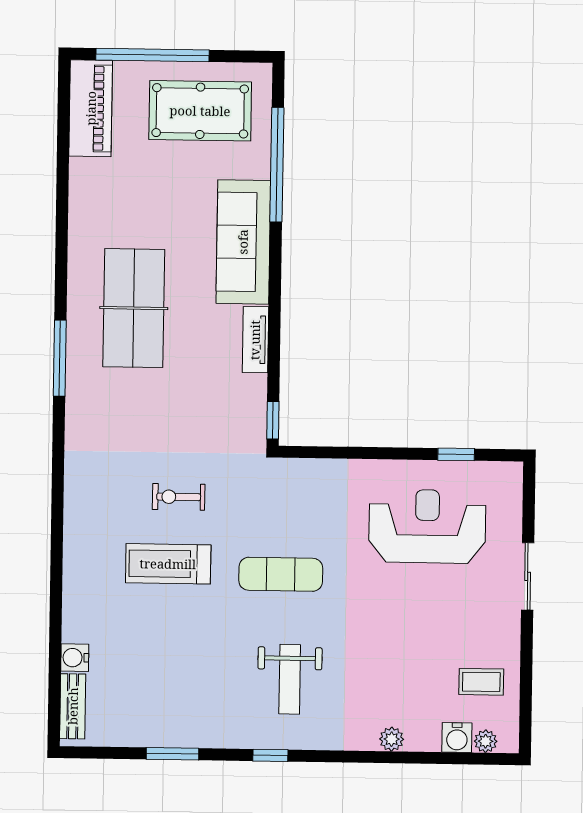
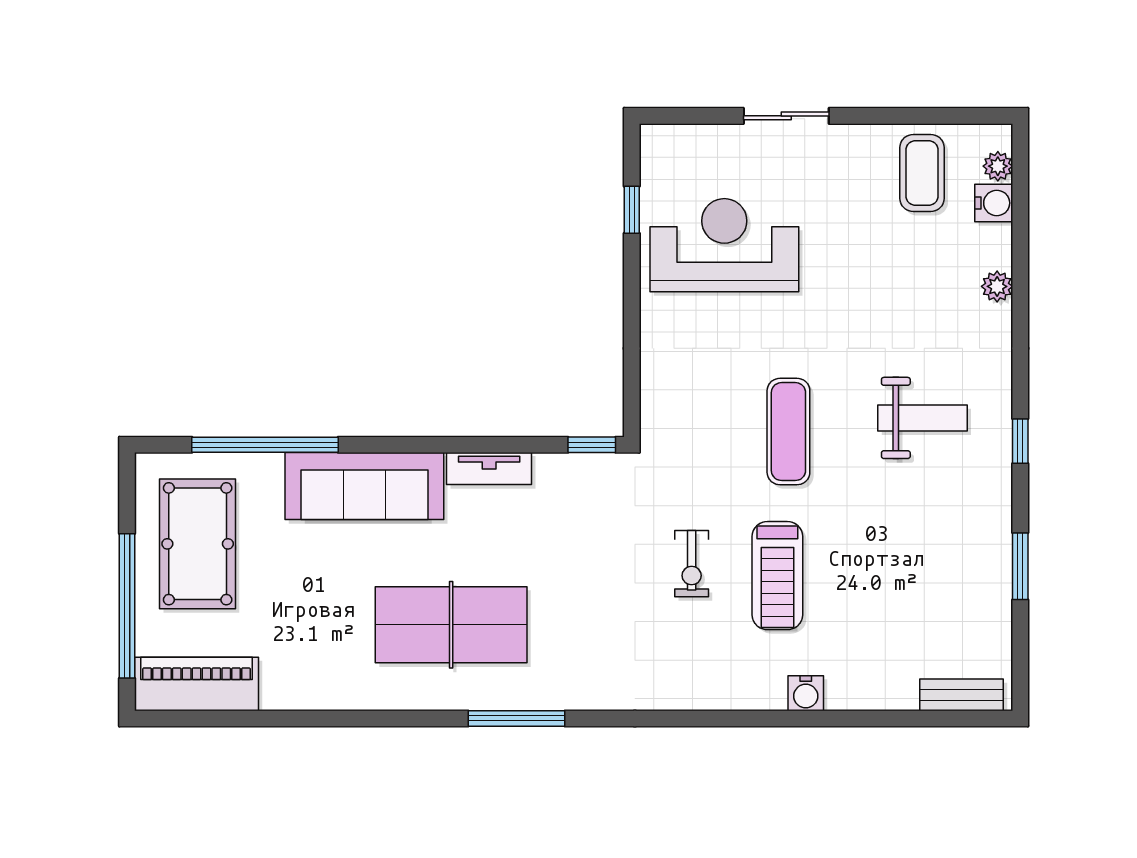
reception desk: (427, 526) -> (724, 245), turned 90
water cooler: (75, 658) -> (806, 693), moved
coffee table: (481, 682) -> (922, 173), width x1.36, depth x1.30

